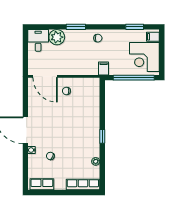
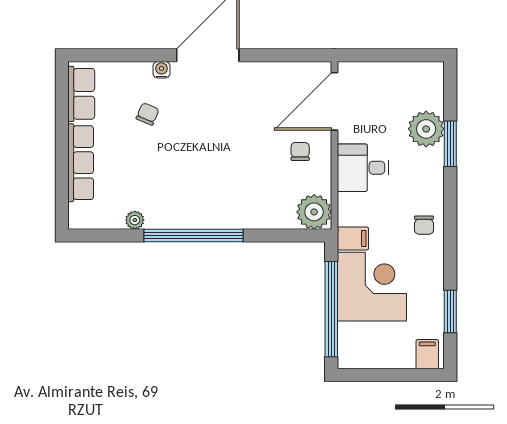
window: (76, 27) -> (450, 144), moved
desk: (38, 40) -> (363, 168), moved, turned 180
corner desk: (144, 57) -> (372, 287), moved, turned 90
plant: (92, 85) -> (314, 212), added
window: (102, 136) -> (194, 235), width x3.17
row of seats: (83, 185) -> (81, 163), moved

